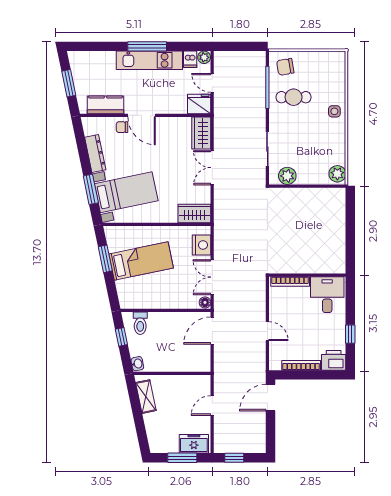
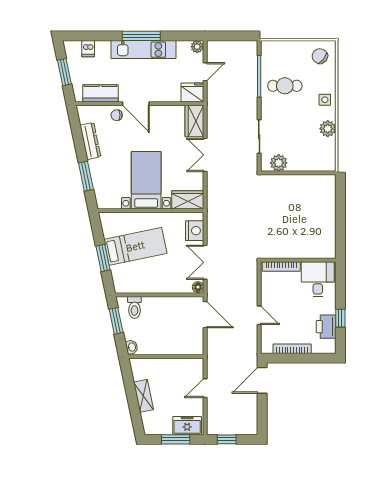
dishwasher: (190, 59) -> (88, 49), moved
chair: (285, 67) -> (320, 56), moved, turned 49
door: (212, 83) -> (205, 72), swing flipped
plant: (337, 174) -> (328, 129), moved
bed with nightstands: (126, 192) -> (146, 180), moved, turned -78
window: (105, 259) -> (103, 258), moved
door: (212, 331) -> (205, 315), swing flipped
window: (121, 337) -> (116, 321), width x1.50
printer: (334, 360) -> (326, 327), moved, turned -90
shelving: (146, 397) -> (143, 396), moved

